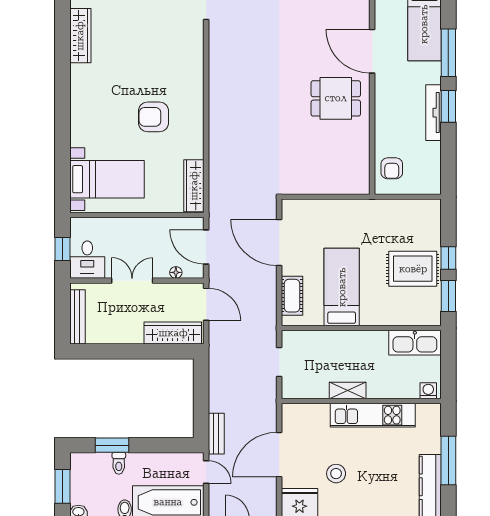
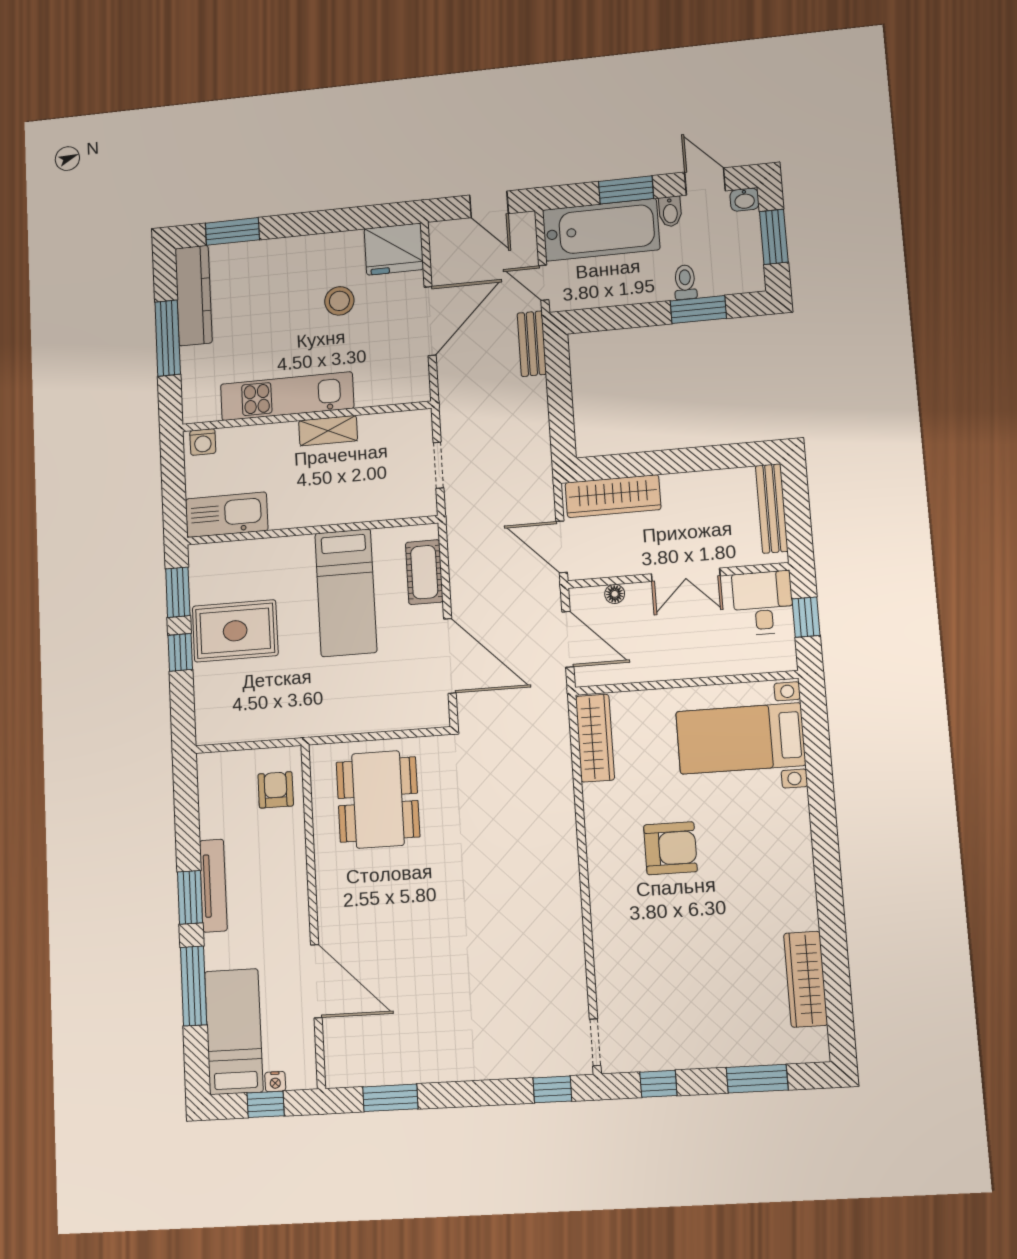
dining table: (336, 98) -> (378, 799), moved, width x1.37

